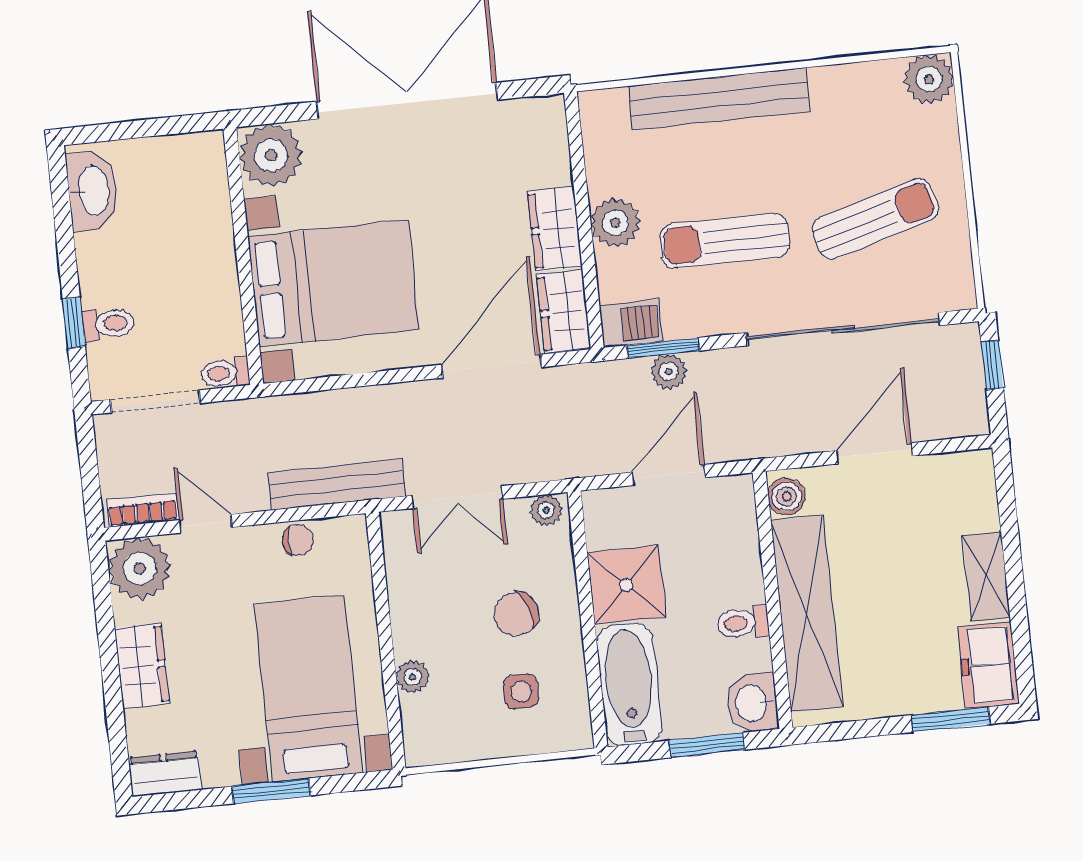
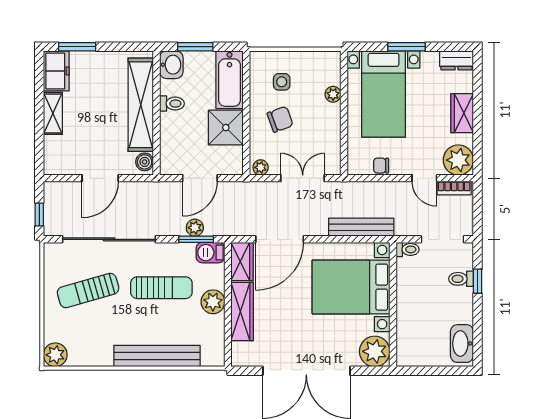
wardrobe: (555, 229) -> (242, 311), width x1.50
bench: (337, 484) -> (361, 227), moved

